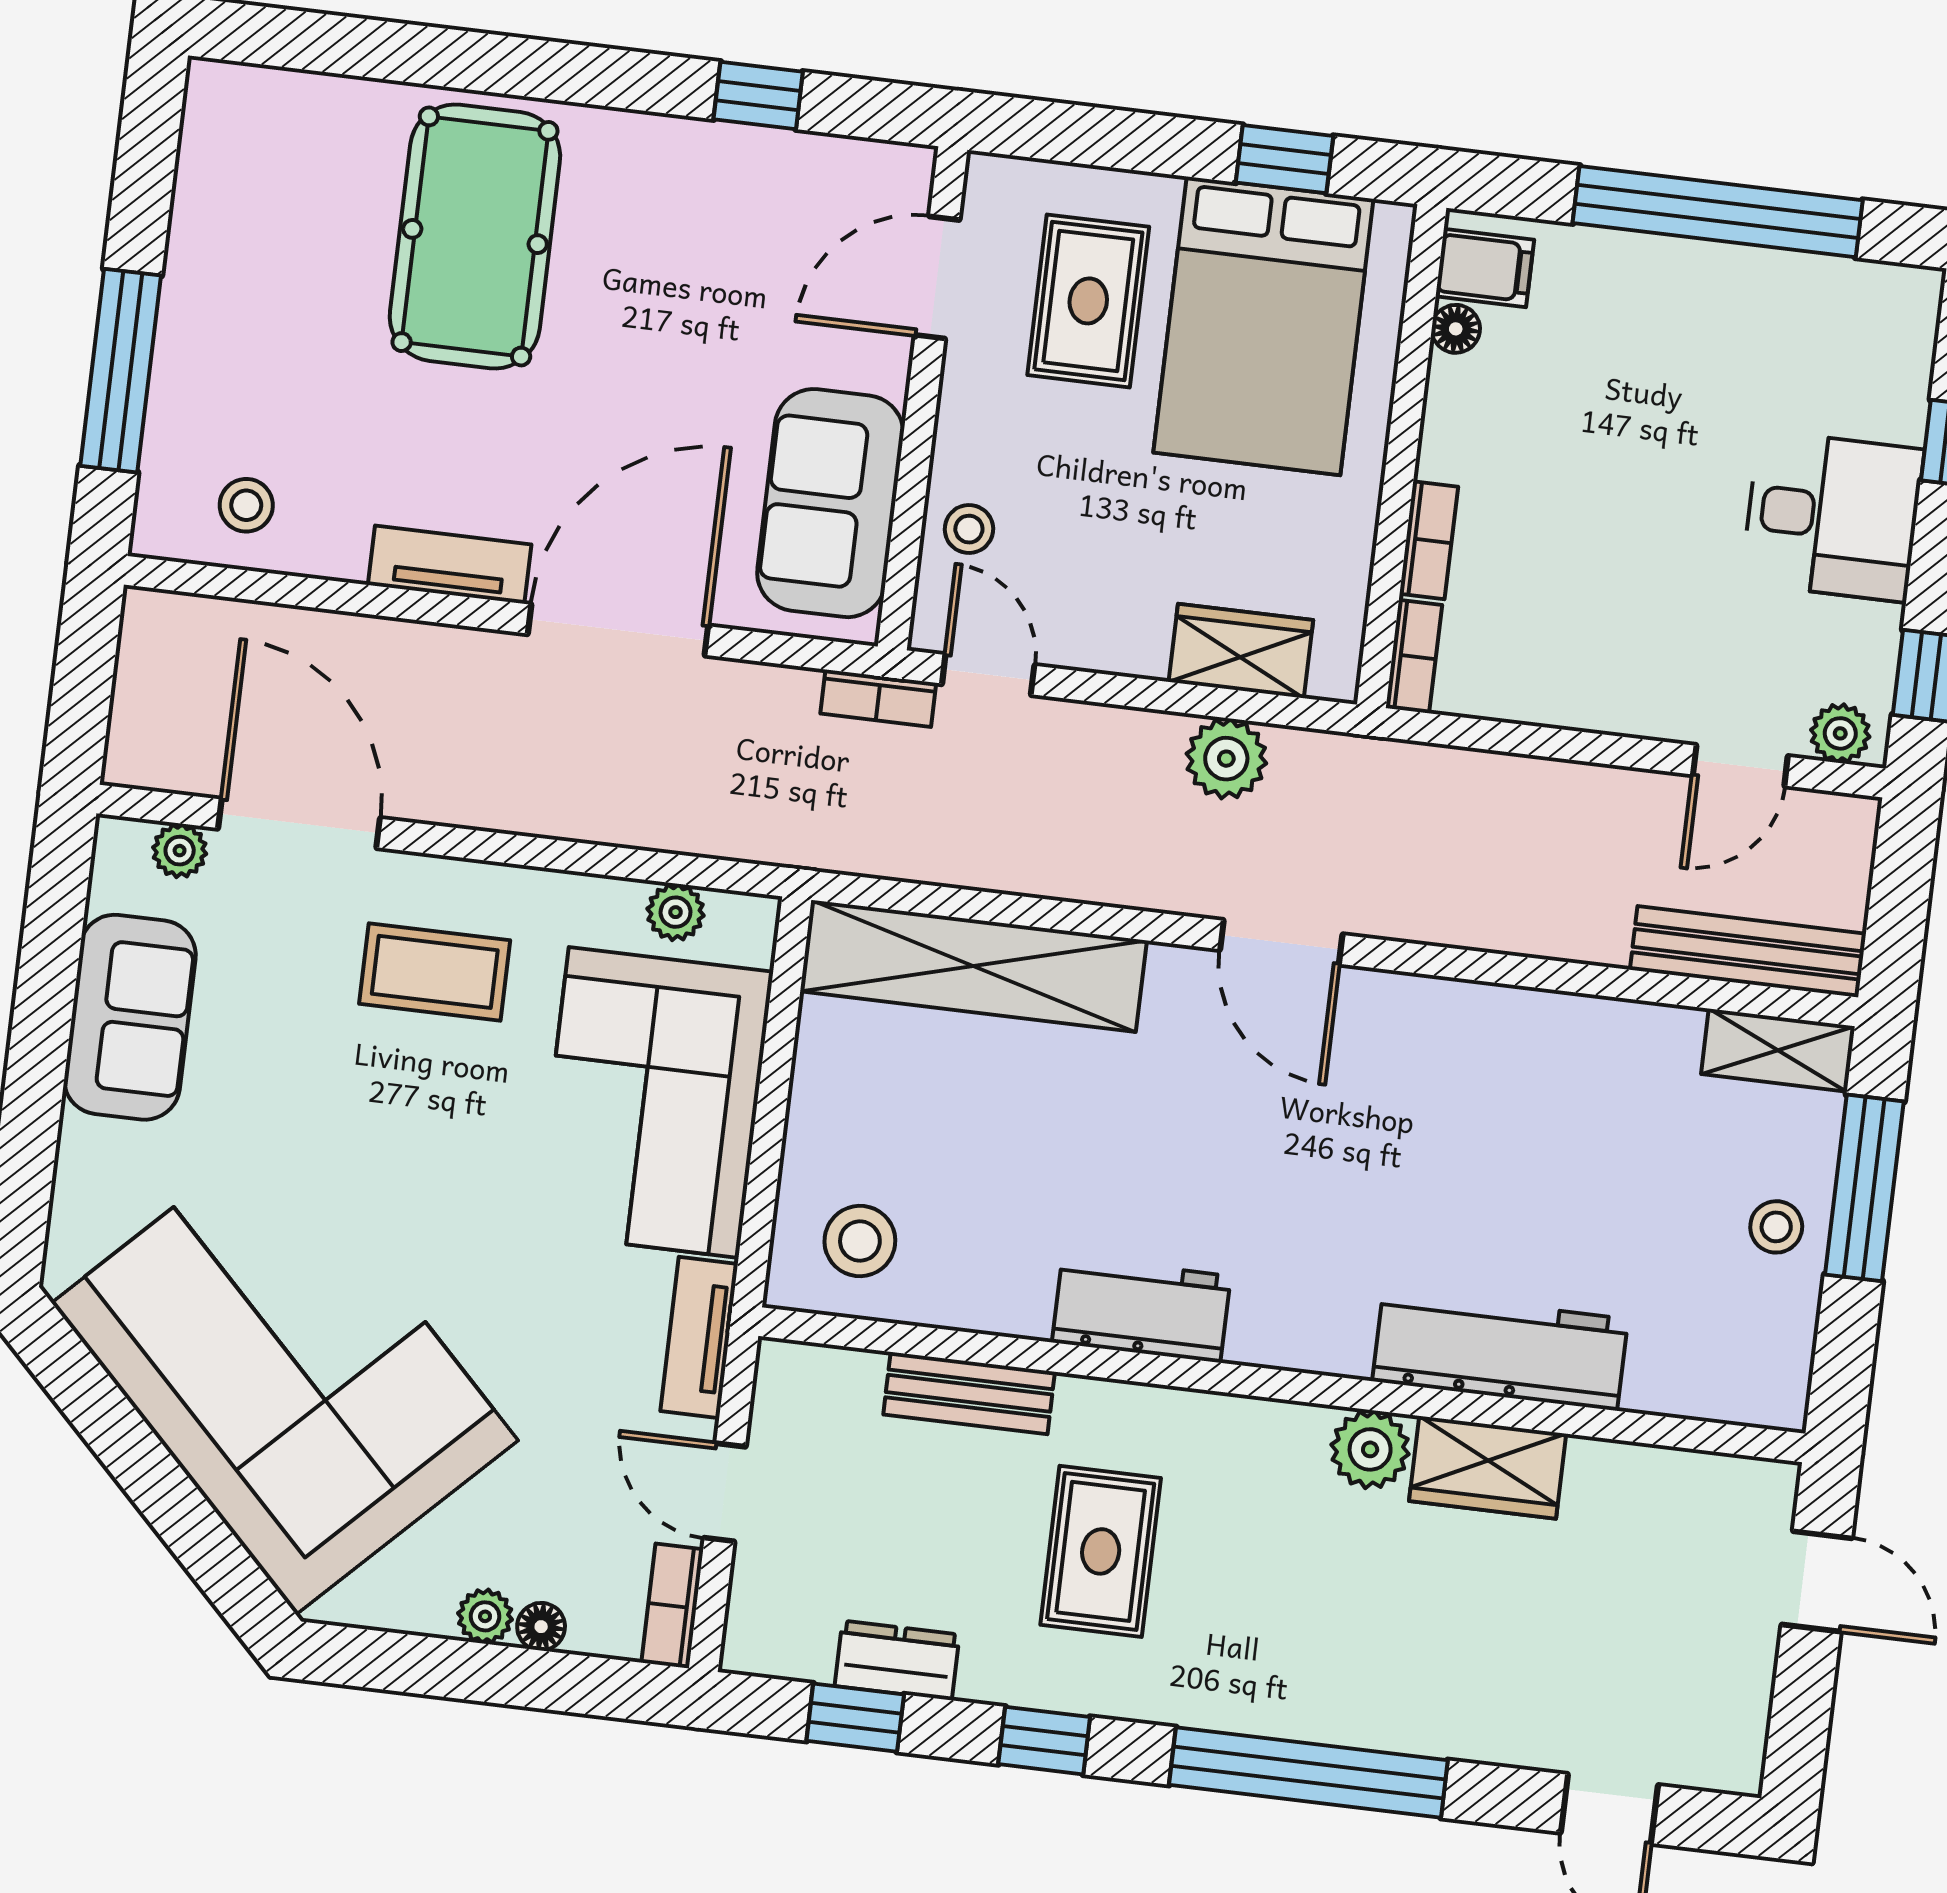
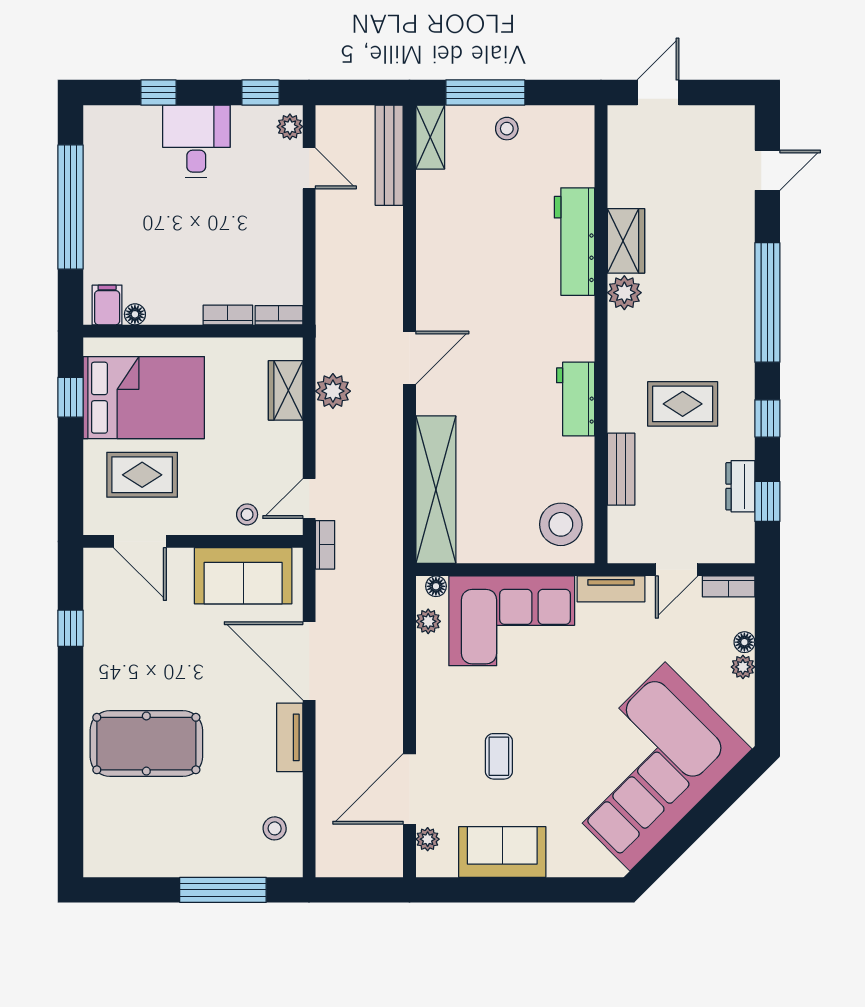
floor lamp: (753, 940) -> (436, 586), added
coffee table: (435, 972) -> (499, 756), moved, width x0.73, depth x0.77
stool: (860, 1241) -> (561, 524), width x1.38, depth x1.38

